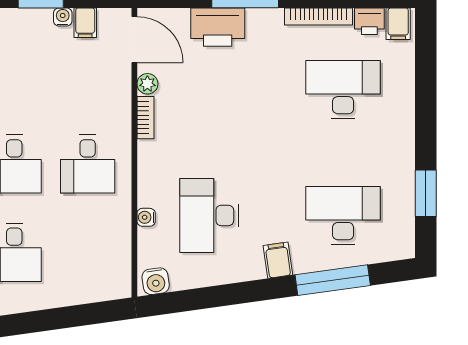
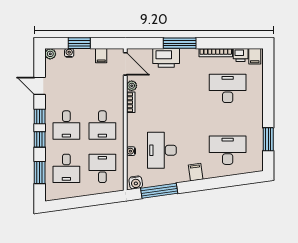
water cooler: (63, 17) -> (69, 53), moved
desk: (88, 252) -> (102, 168), added
window: (333, 280) -> (159, 191), moved

